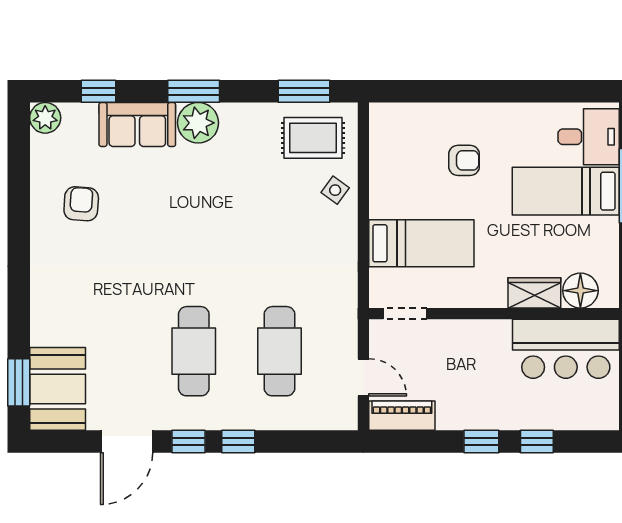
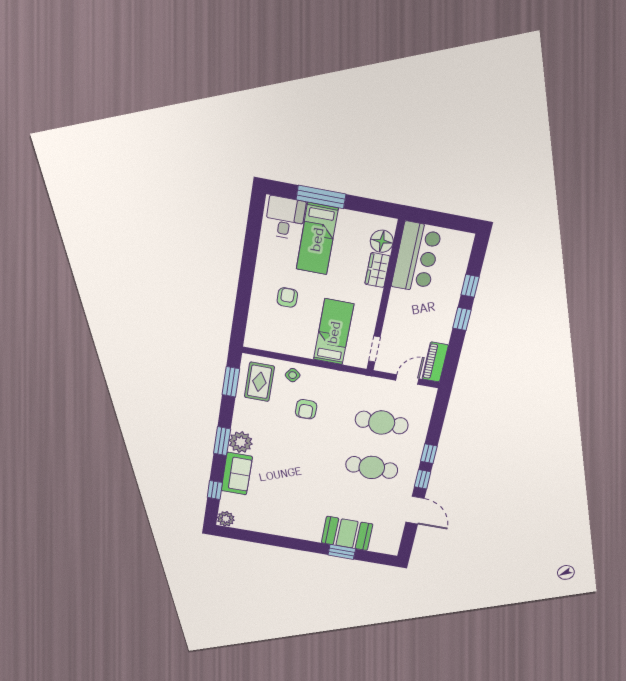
armchair: (81, 204) -> (306, 409), moved, turned -94
window: (19, 382) -> (342, 552), moved
booth: (58, 389) -> (347, 533), moved

